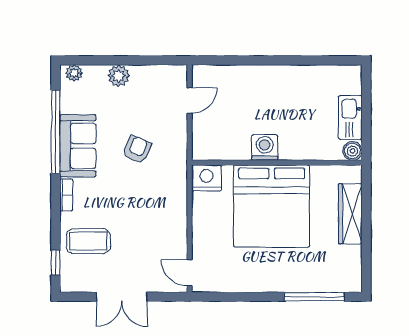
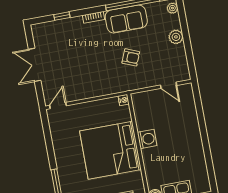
nightstand: (206, 178) -> (124, 100), width x0.53, depth x0.56
coffee table: (88, 241) -> (66, 37), removed
window: (56, 263) -> (62, 16), moved

